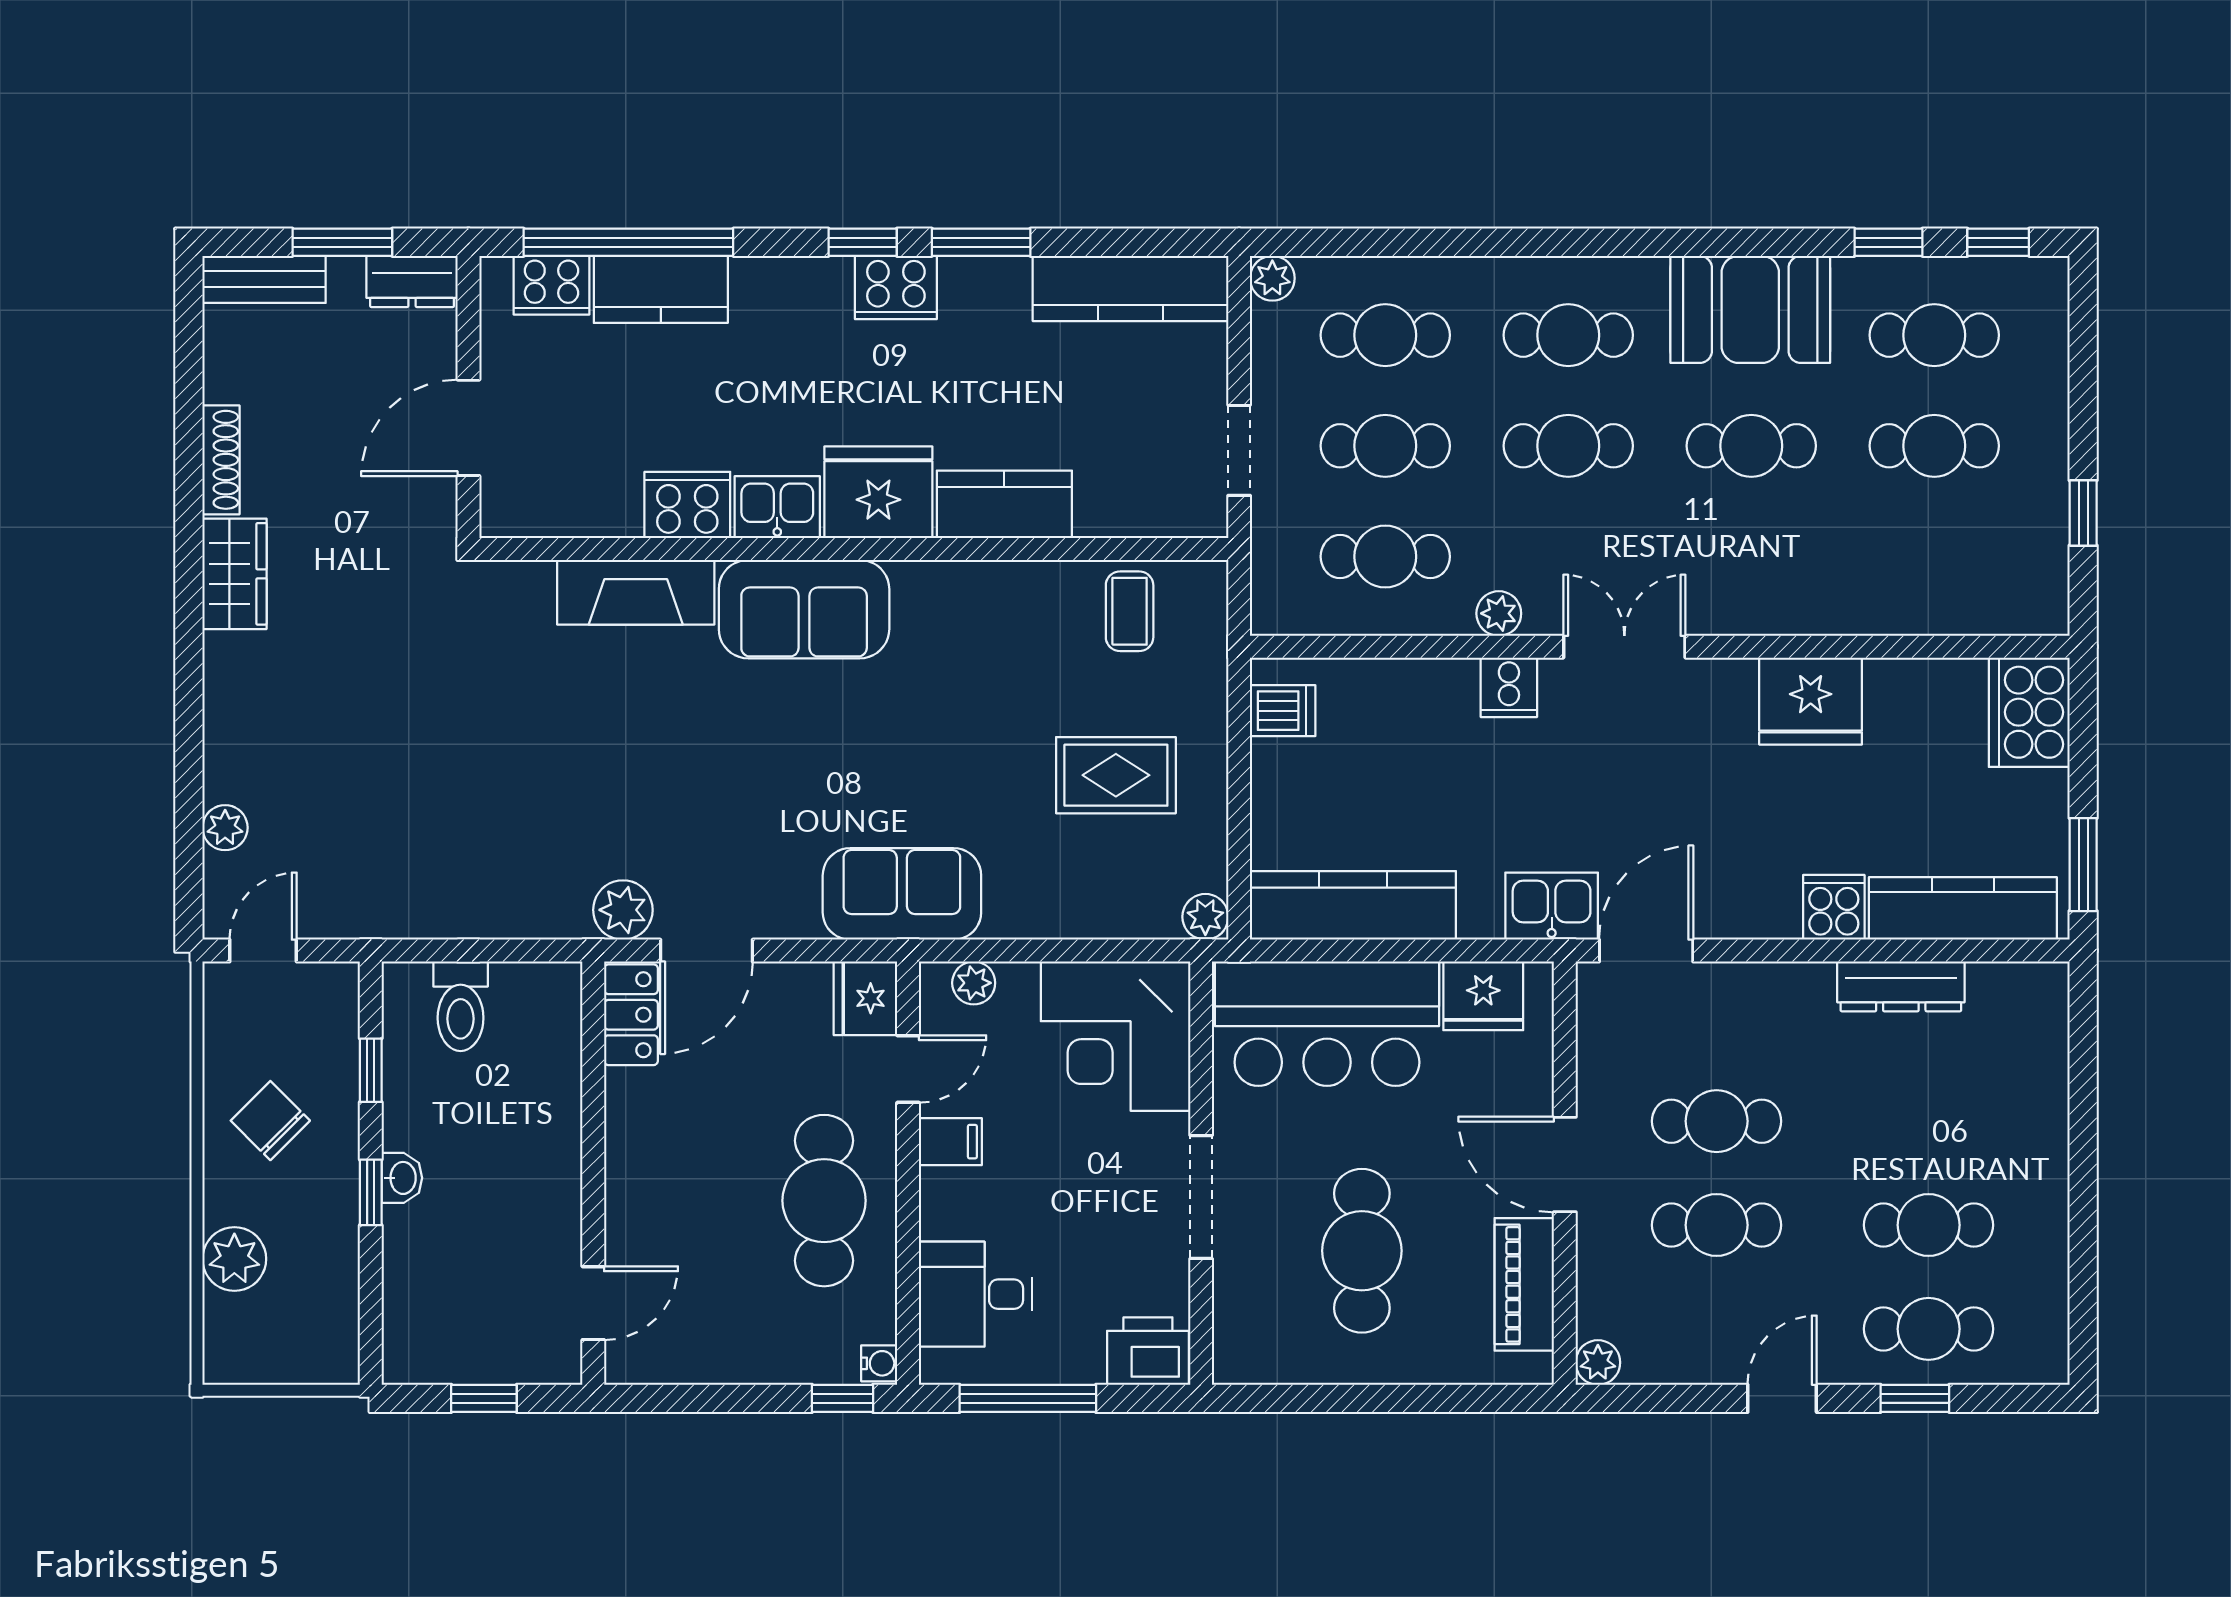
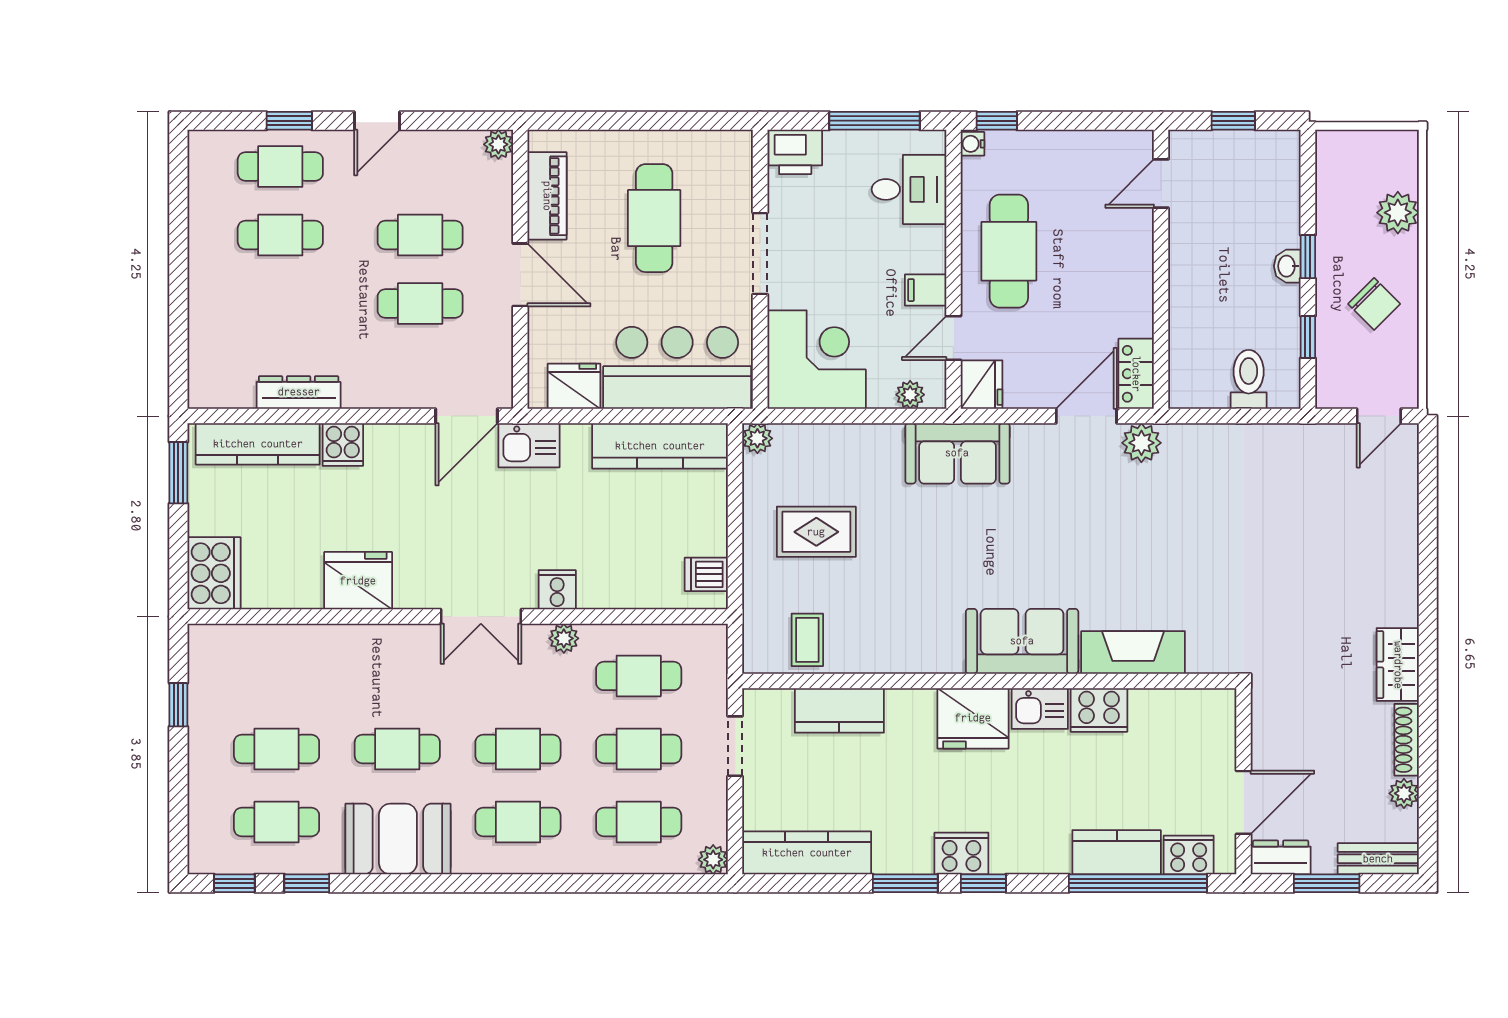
door: (468, 428) -> (1243, 802), moved
kitchen counter: (1004, 504) -> (839, 710), moved
plant: (225, 828) -> (1404, 793), moved

